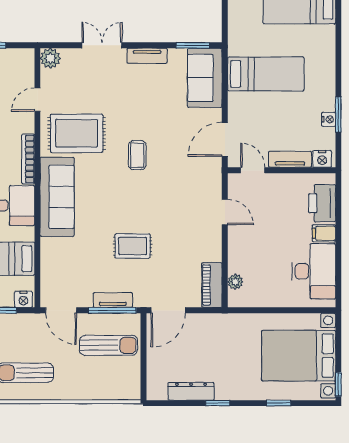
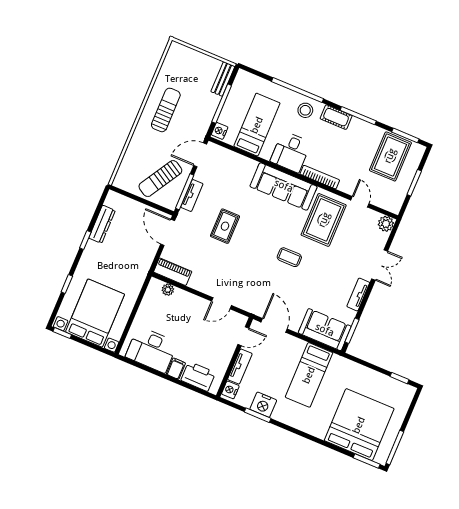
nightstand: (329, 119) -> (263, 405), width x1.89, depth x1.79
sun lounger: (109, 345) -> (160, 179), turned 31

